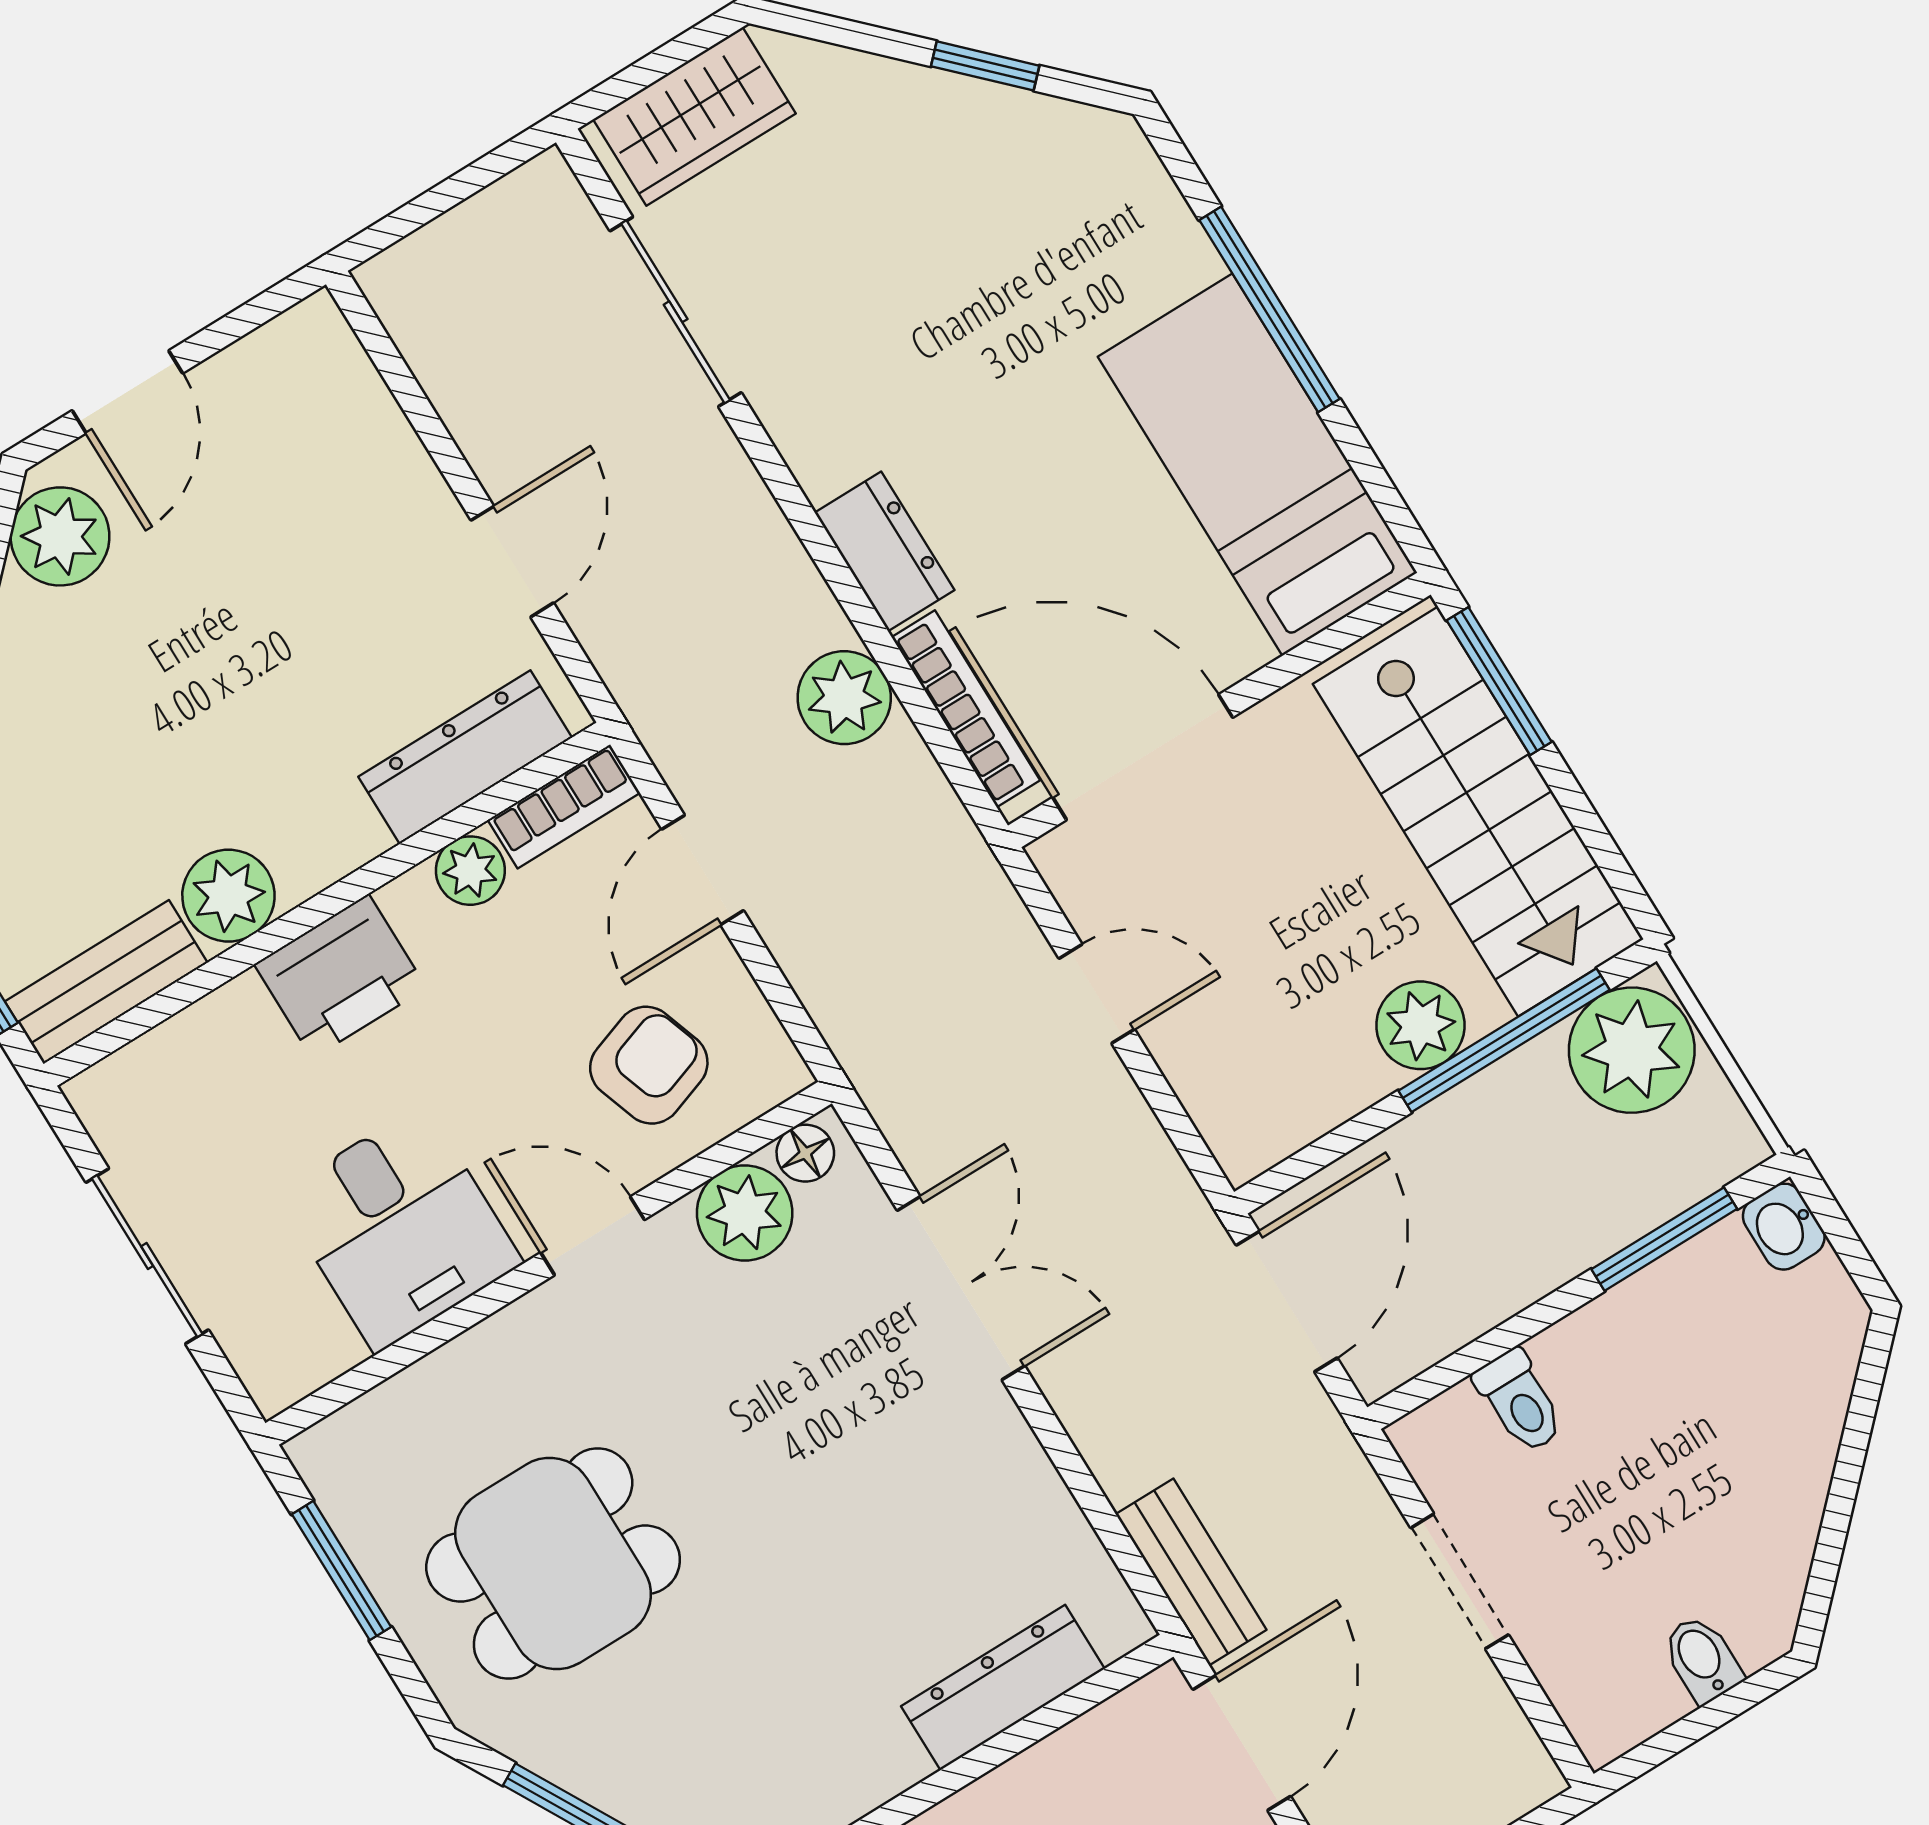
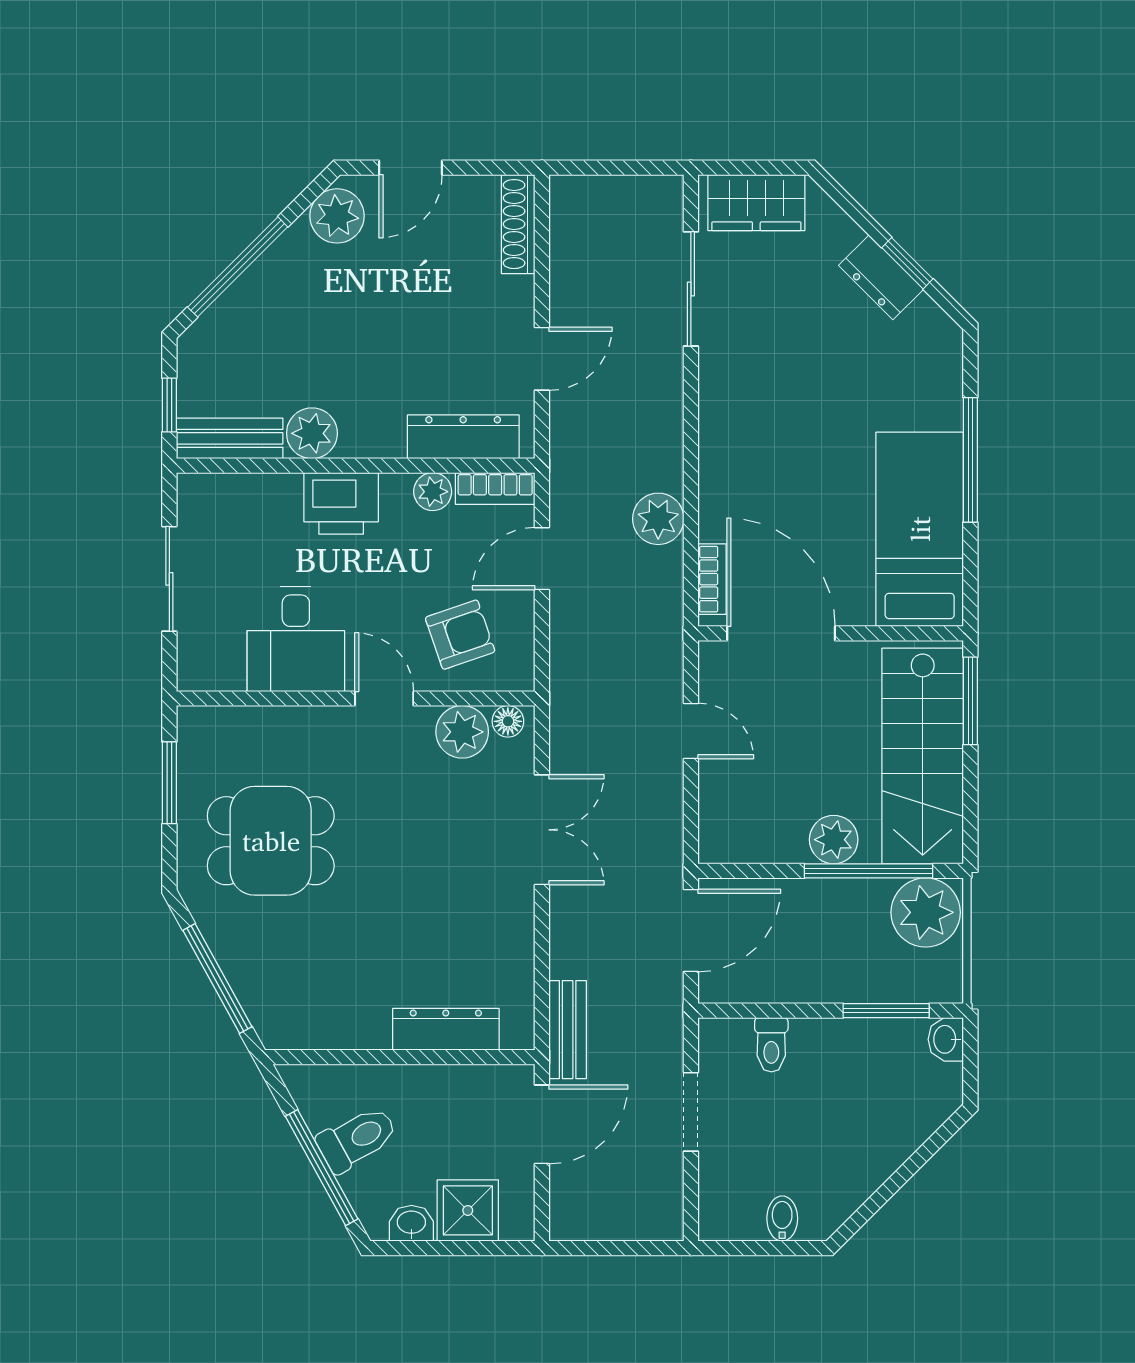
shoe rack: (347, 376) -> (518, 224), added
dresser: (885, 551) -> (881, 277), moved, turned 135
bookcase: (966, 709) -> (712, 579), width x0.64

